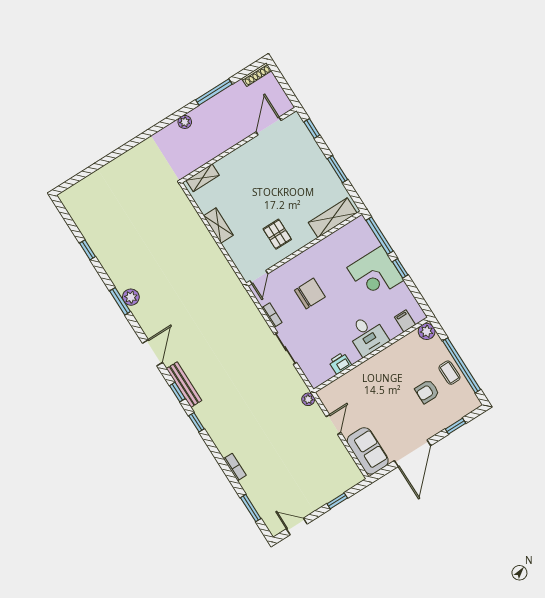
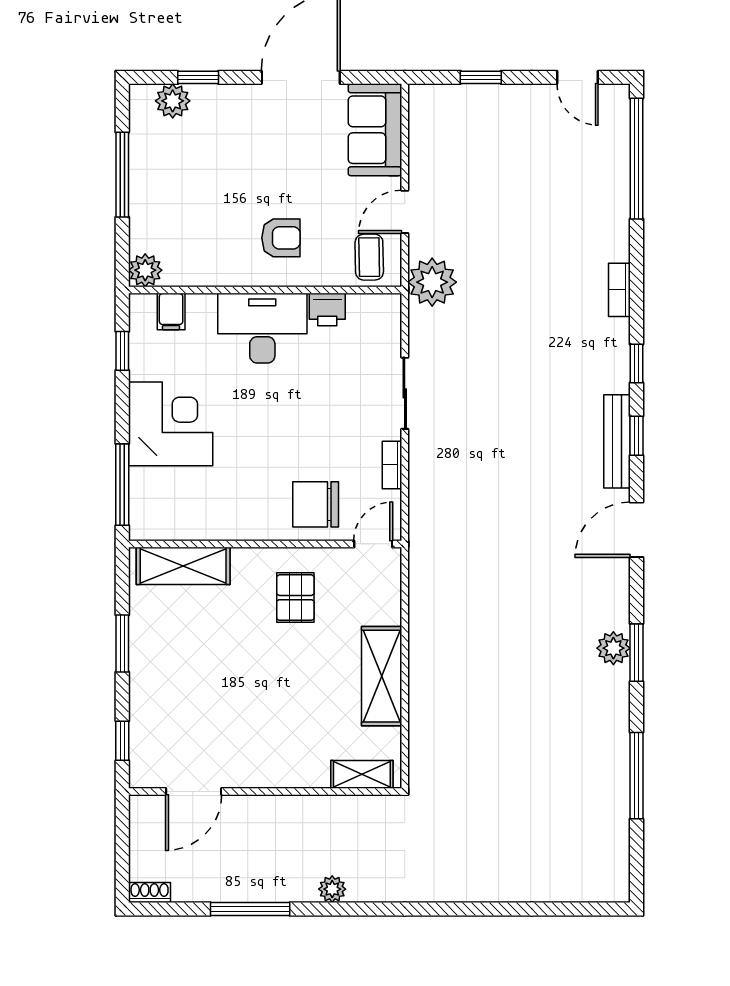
shoe rack: (257, 75) -> (150, 892), width x0.70
shelving: (218, 225) -> (382, 676), width x1.50, depth x1.33
window: (87, 250) -> (636, 776), width x2.17
window: (400, 268) -> (122, 351), moved
chair: (310, 294) -> (316, 504), moved
desk: (367, 335) -> (262, 328), width x1.37
window: (462, 365) -> (122, 175), width x0.68
coffee table: (449, 373) -> (369, 257), moved
armchair: (427, 392) -> (281, 238), moved
plant: (308, 399) -> (432, 282), width x1.88, depth x1.88
plant: (460, 409) -> (173, 101), added
bookcase: (235, 467) -> (619, 290), moved
window: (251, 508) -> (636, 159), width x2.11

